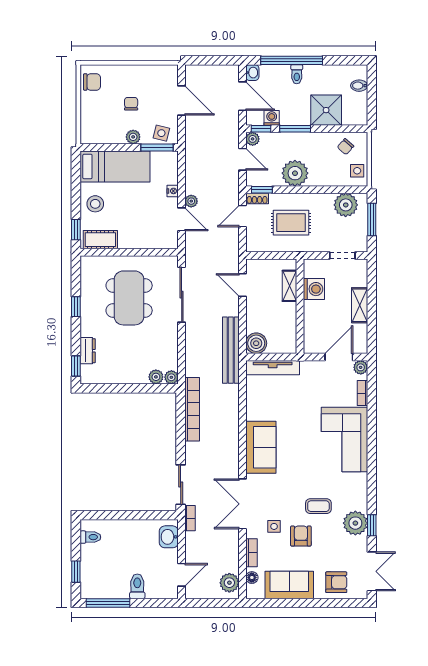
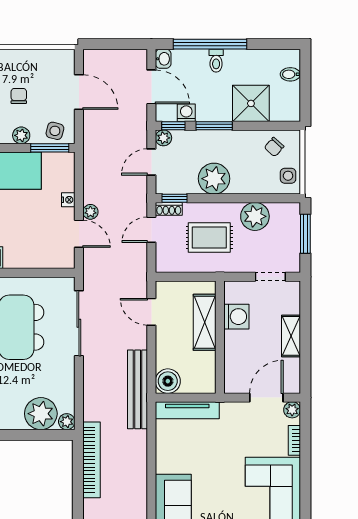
door: (242, 159) -> (151, 162), swing flipped
plant: (346, 205) -> (255, 216), moved
shelving: (289, 286) -> (205, 322), width x1.50, depth x1.33
plant: (156, 377) -> (41, 414), width x1.87, depth x1.87

